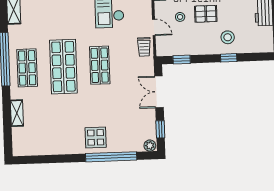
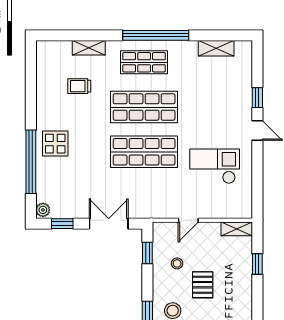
stool: (180, 17) -> (177, 263), moved
trolley: (144, 47) -> (79, 86), moved
shop shelf: (100, 65) -> (144, 152), width x1.43, depth x1.36

